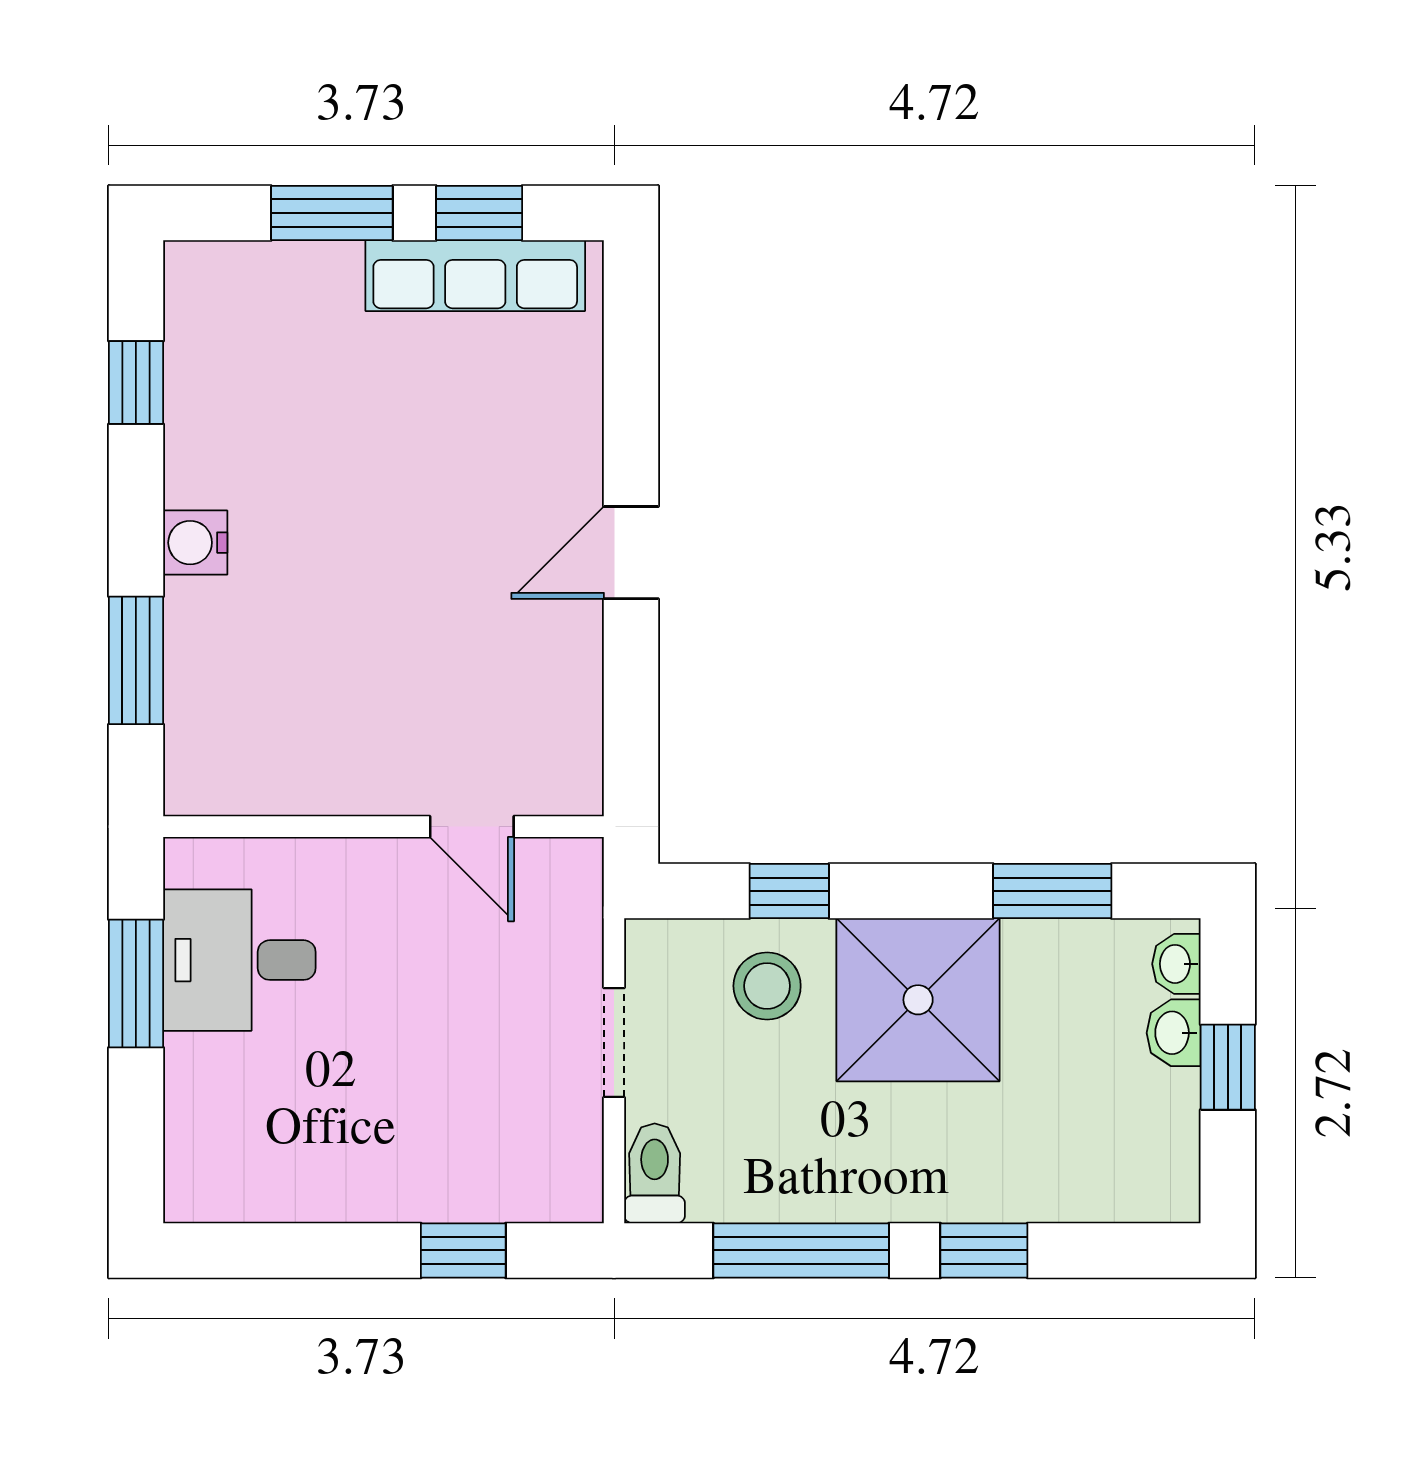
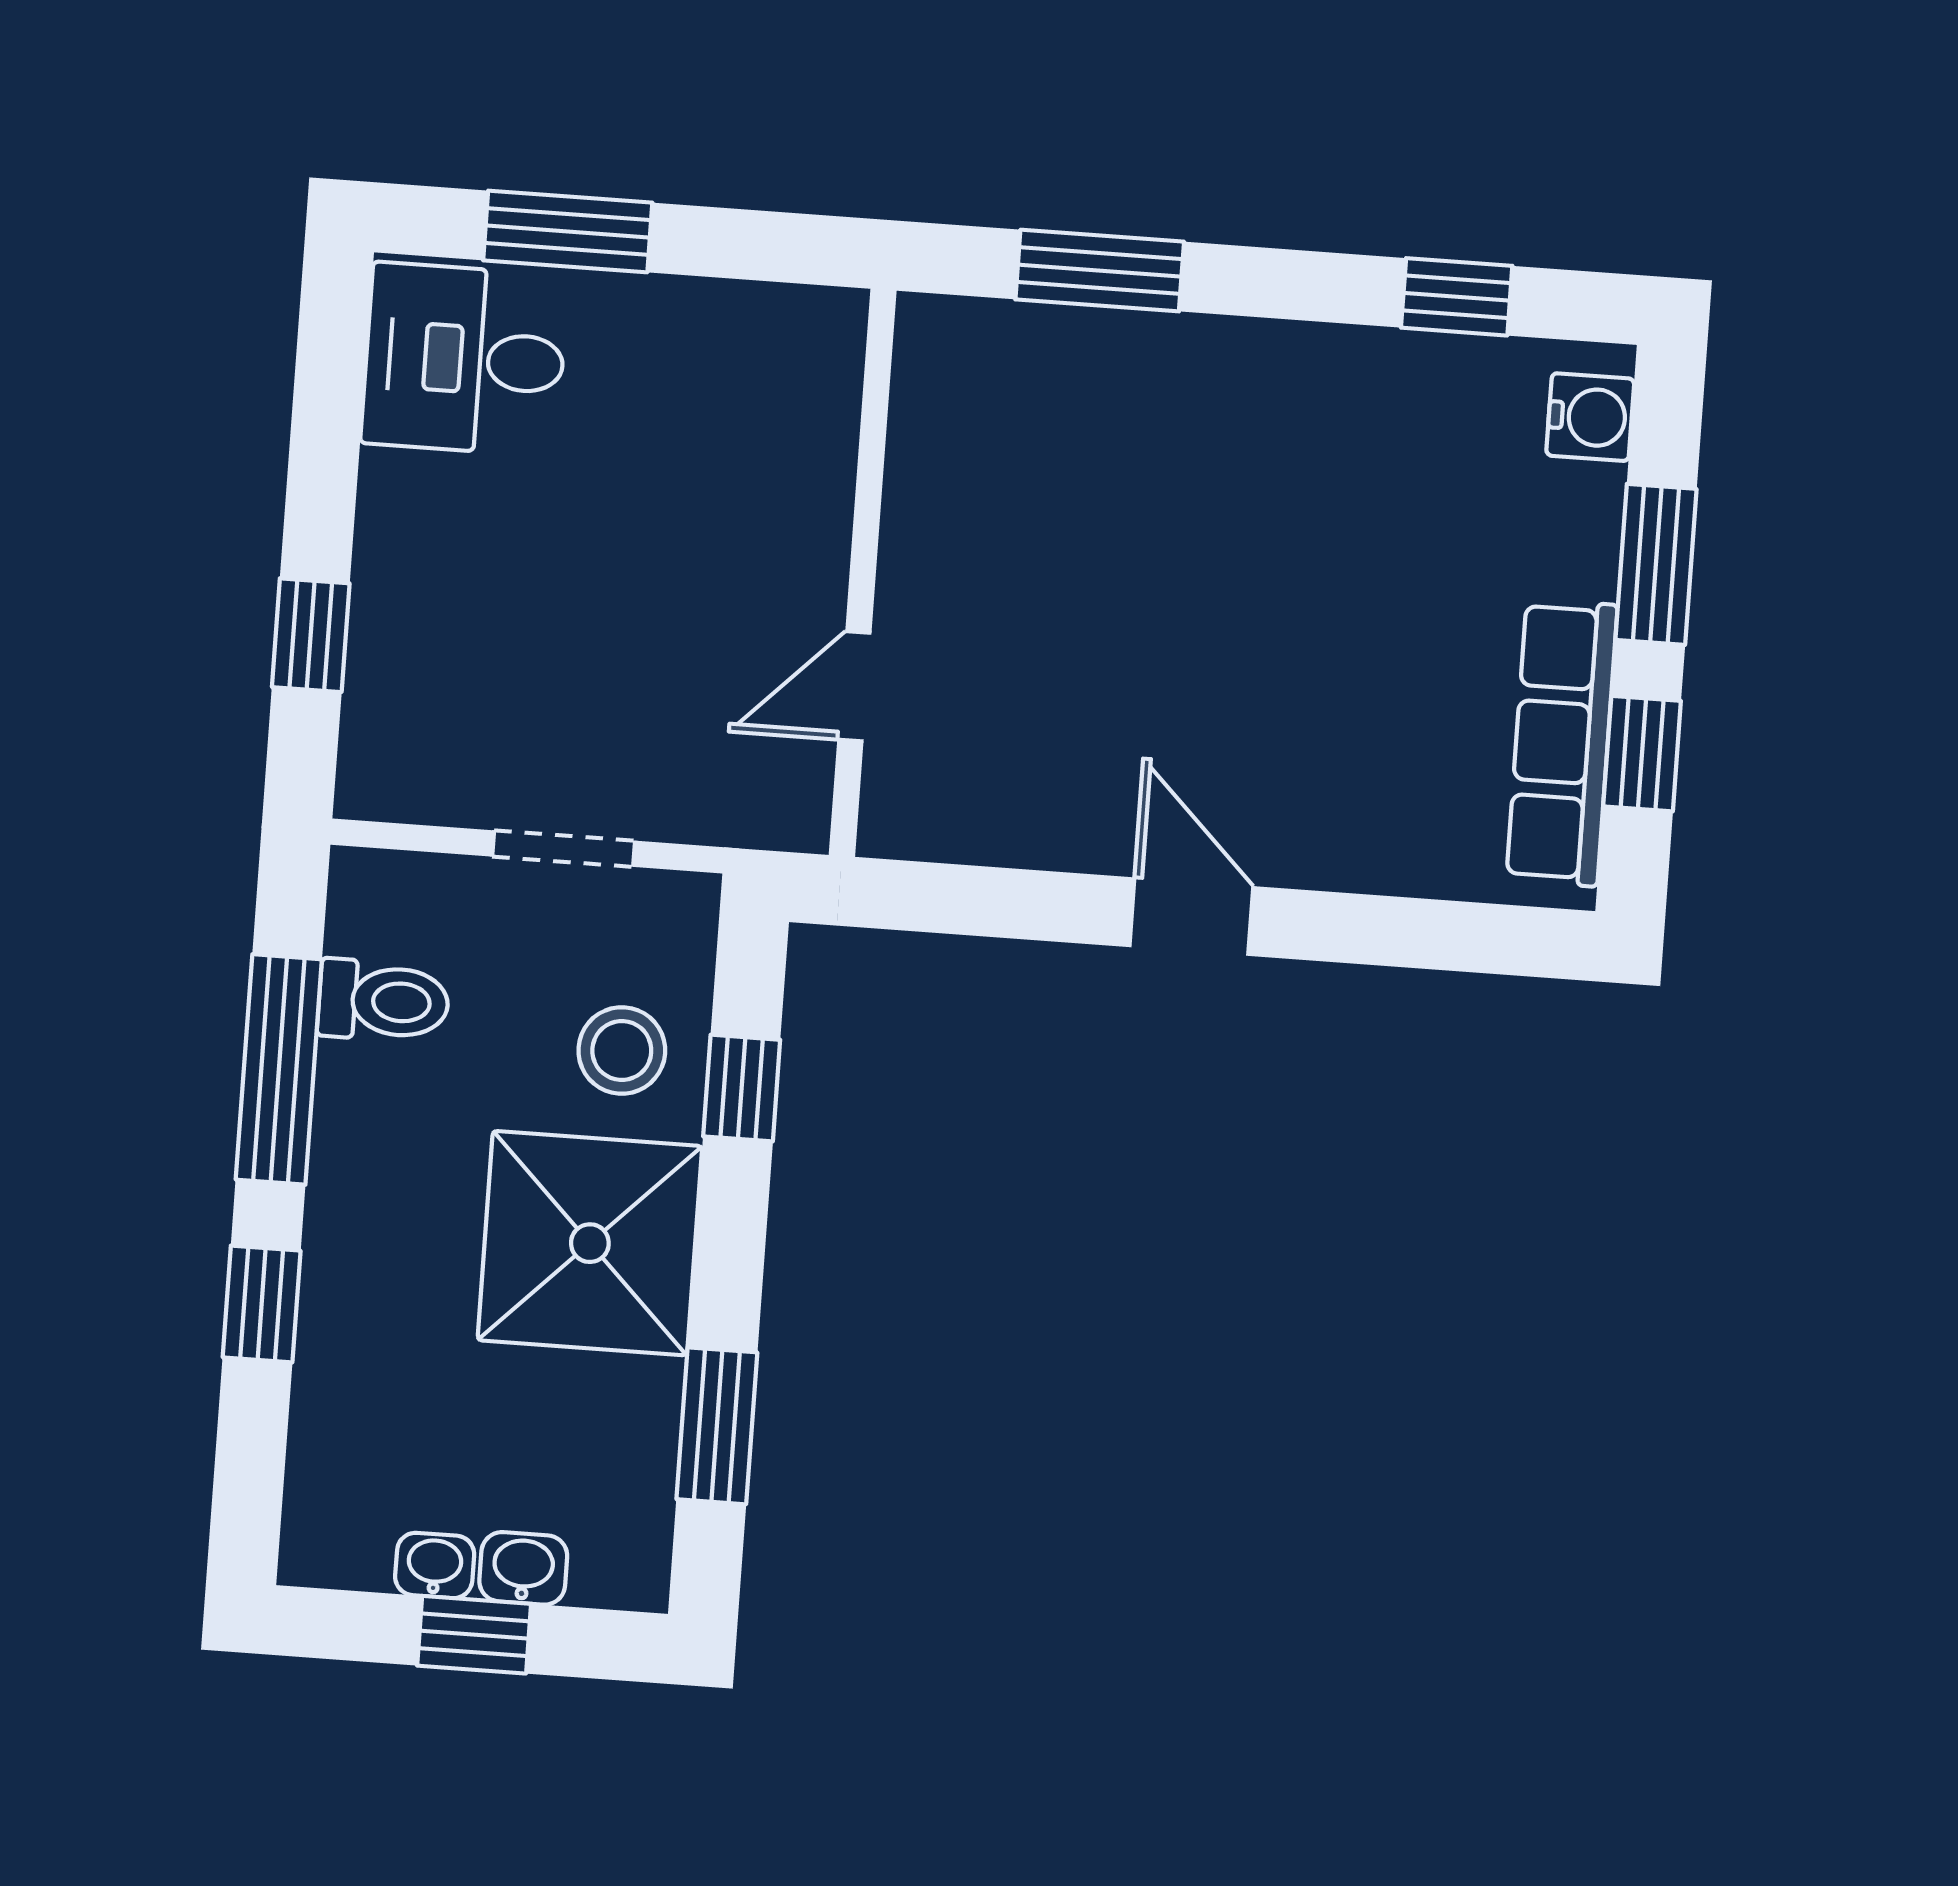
water cooler: (195, 543) -> (1590, 417), moved, turned 90
desk: (239, 960) -> (465, 359), moved, turned -90
washbasin: (1176, 964) -> (435, 1565), moved
window: (136, 983) -> (568, 231), moved
toilet: (655, 1173) -> (383, 1001), moved

